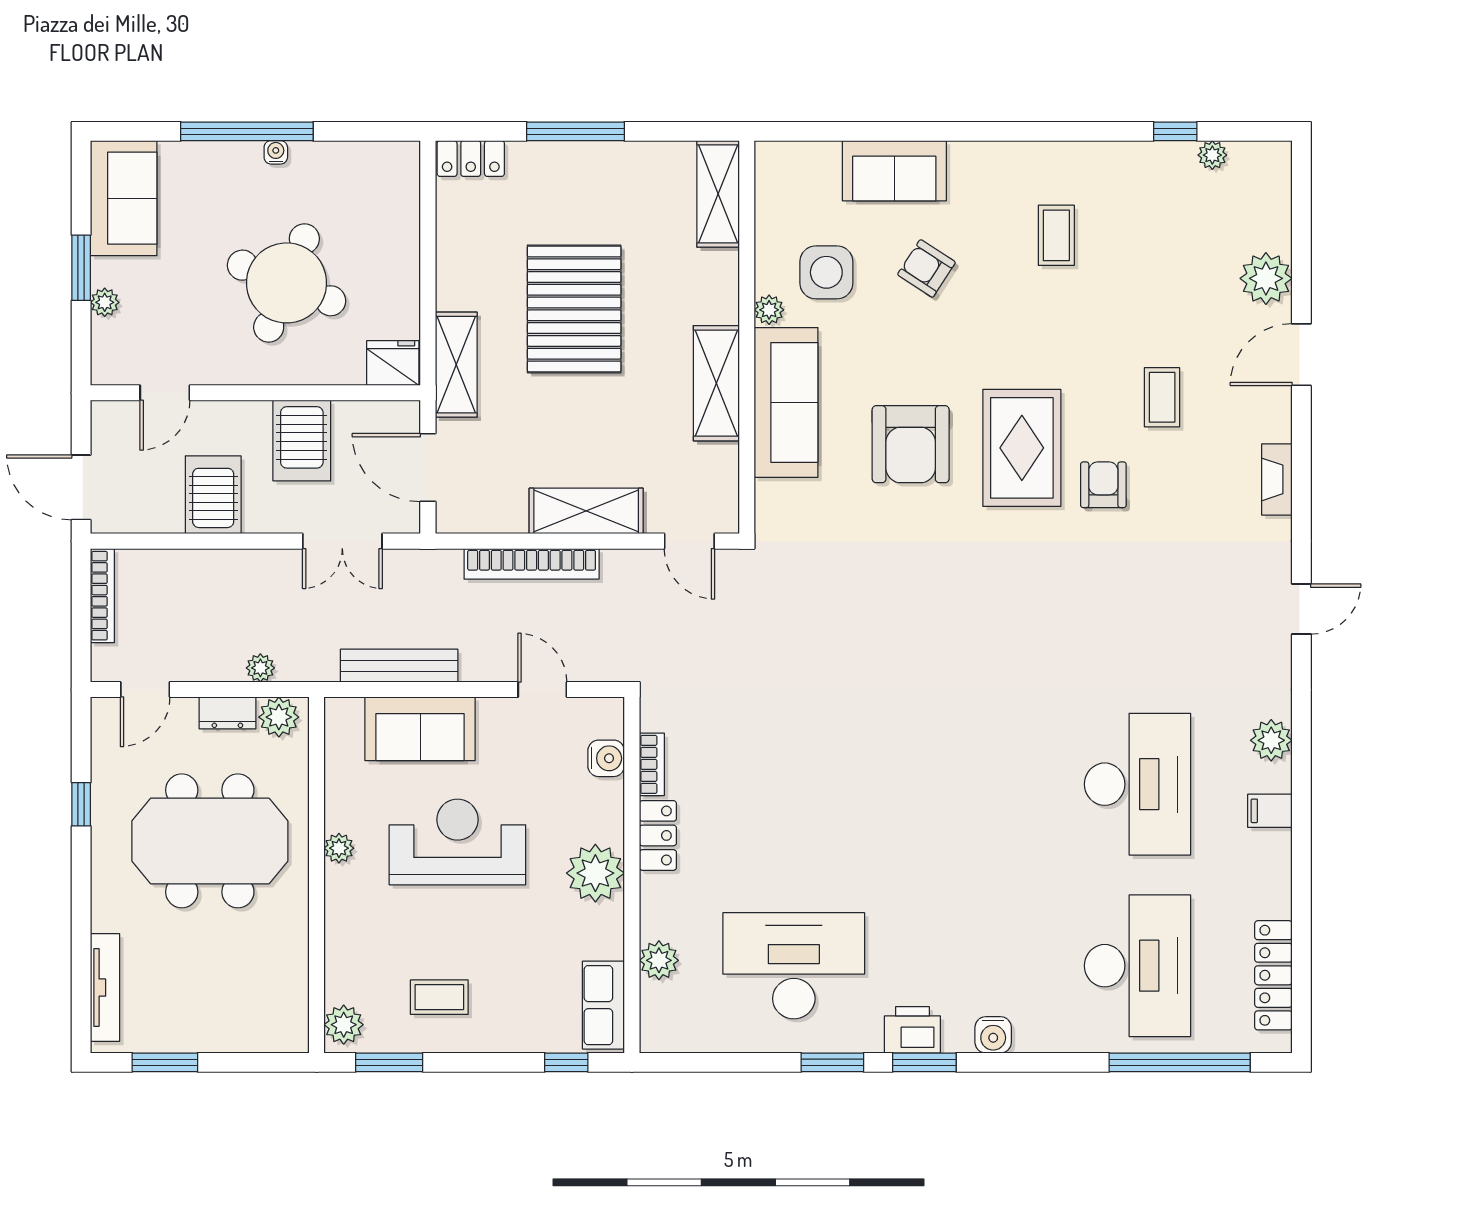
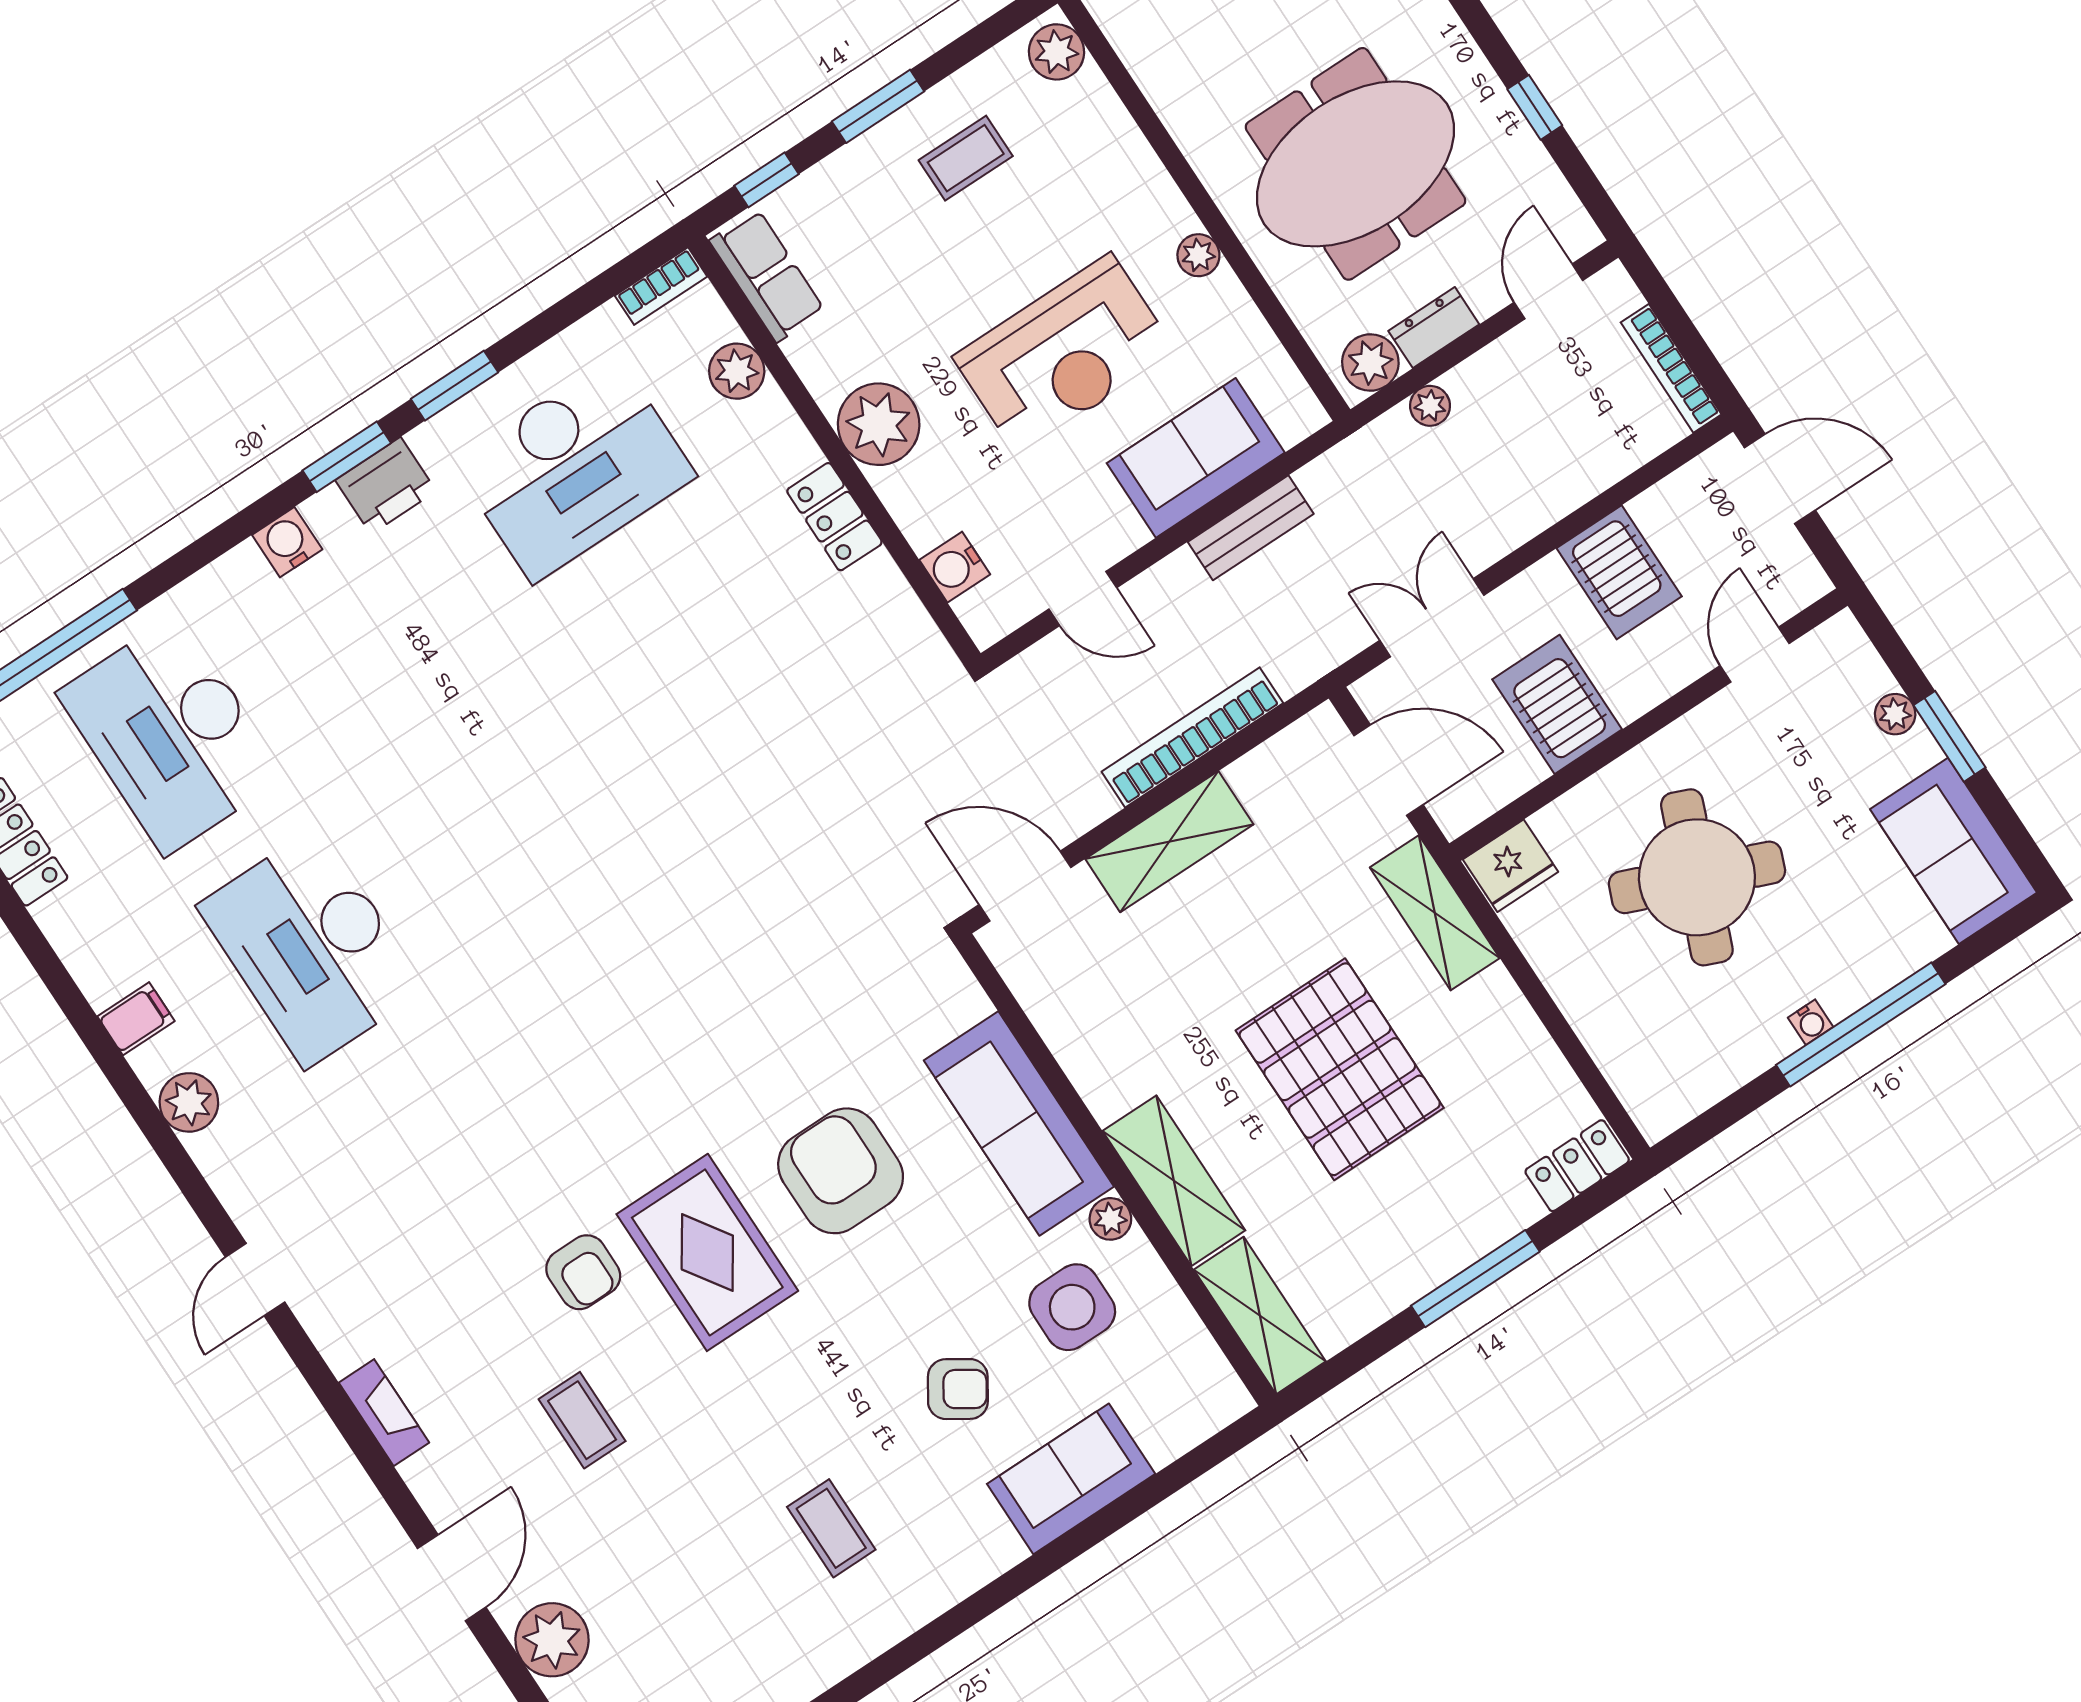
shelving: (716, 383) -> (1174, 1181), moved
door: (689, 541) -> (1025, 886), width x1.38
bench: (399, 666) -> (1251, 528), width x0.73
bookcase: (652, 764) -> (661, 286), moved, turned -90
window: (389, 1062) -> (878, 106), moved

